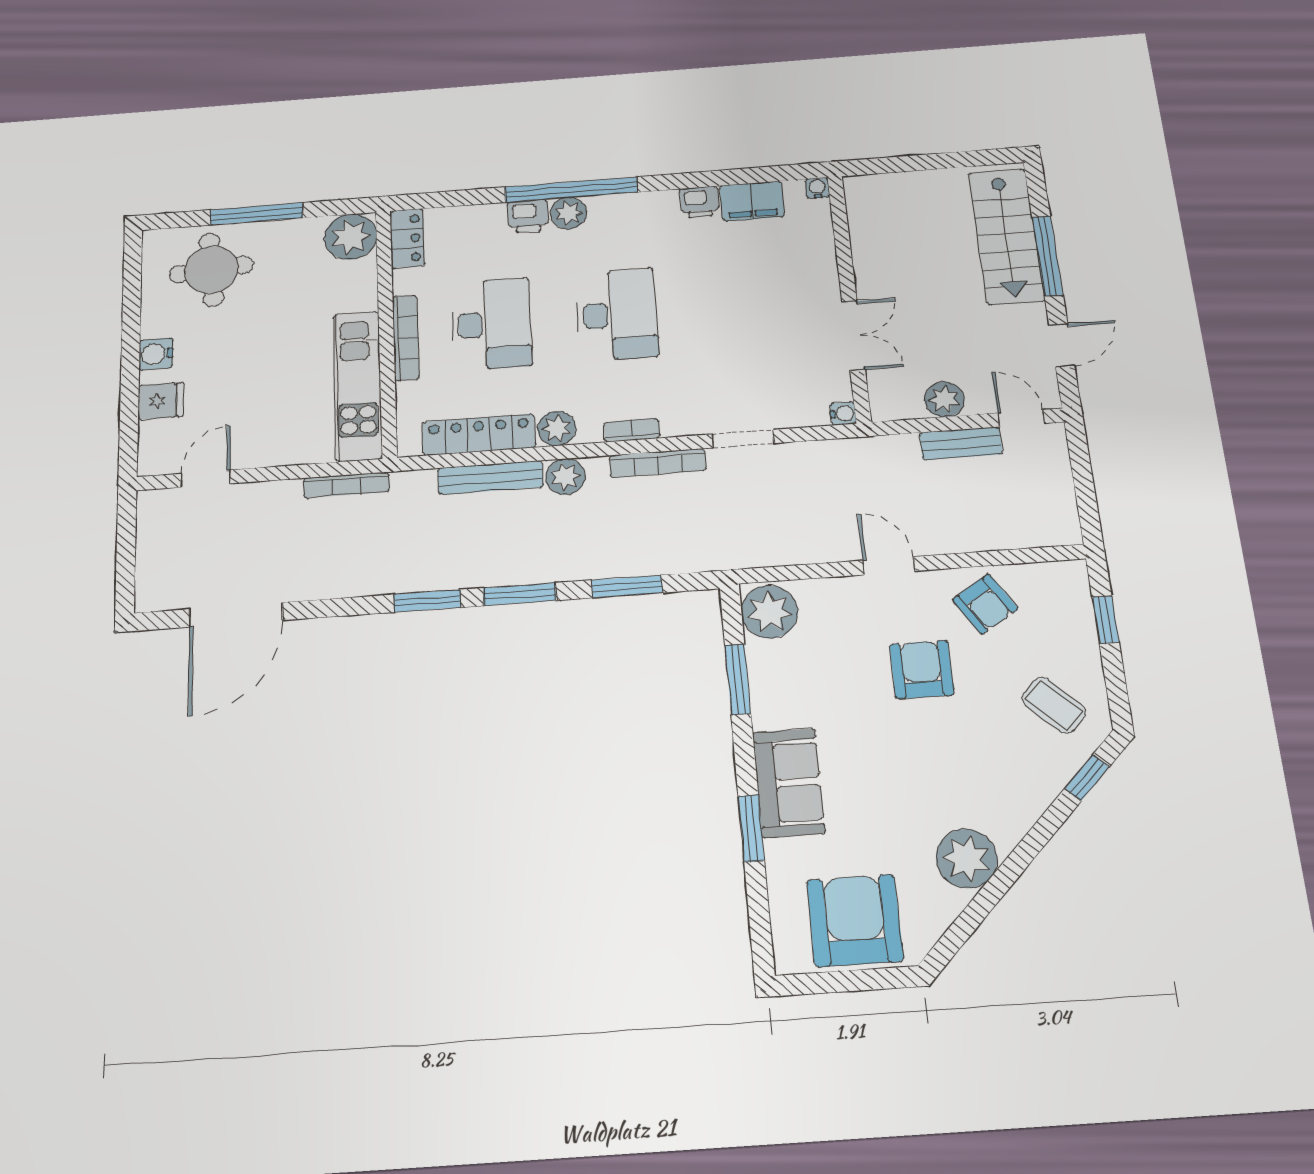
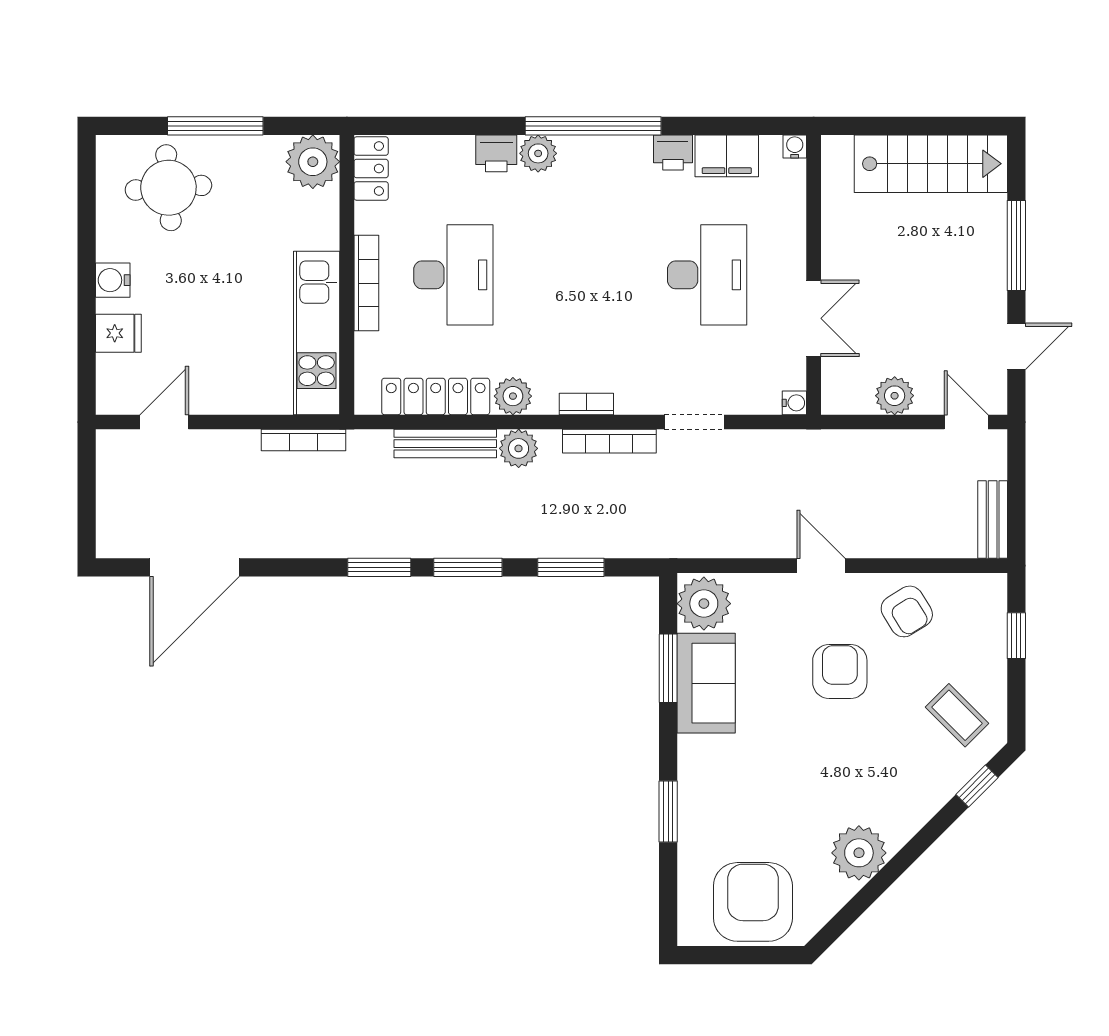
window: (571, 190) -> (593, 126), moved
stairs: (1006, 236) -> (931, 164), moved, turned -90
desk: (617, 315) -> (707, 275), moved
bench: (961, 443) -> (993, 520), moved, turned 90
sofa: (789, 783) -> (706, 683), moved

